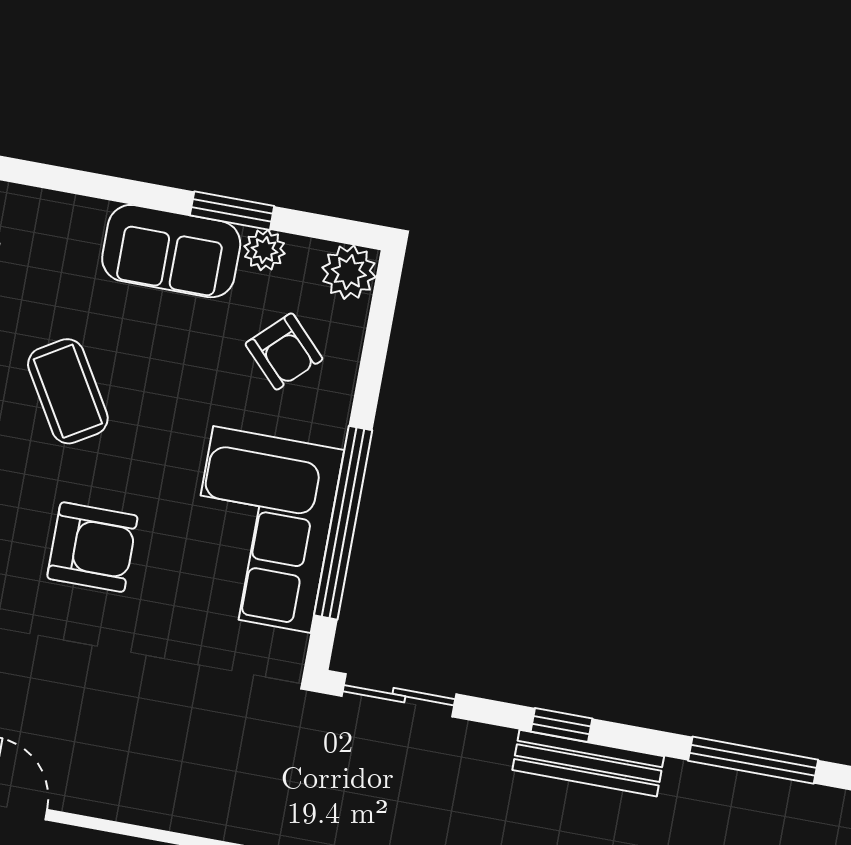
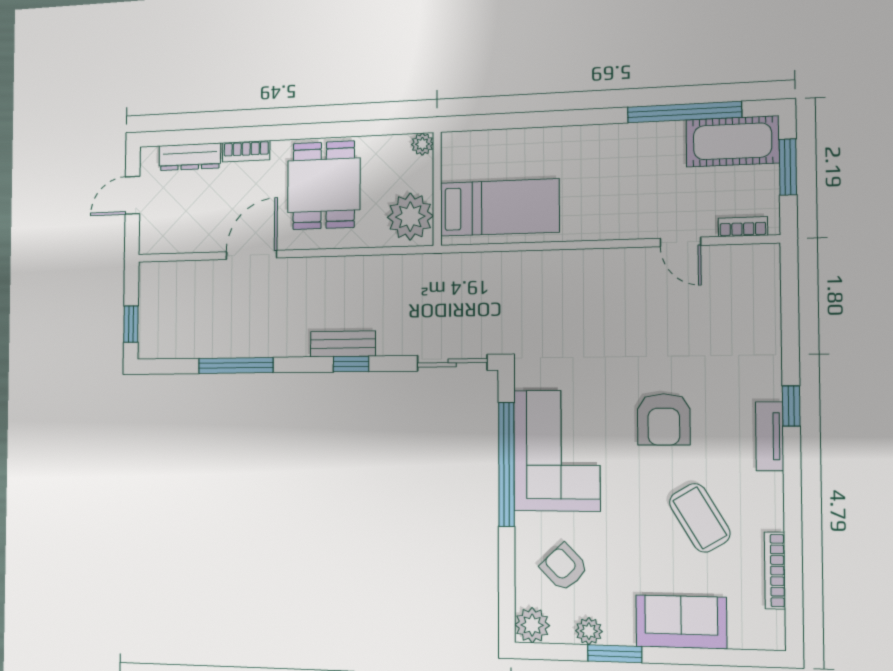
sofa: (171, 251) -> (681, 622), moved
armchair: (92, 547) -> (664, 419), turned -90
bench: (588, 763) -> (343, 344), width x0.73

